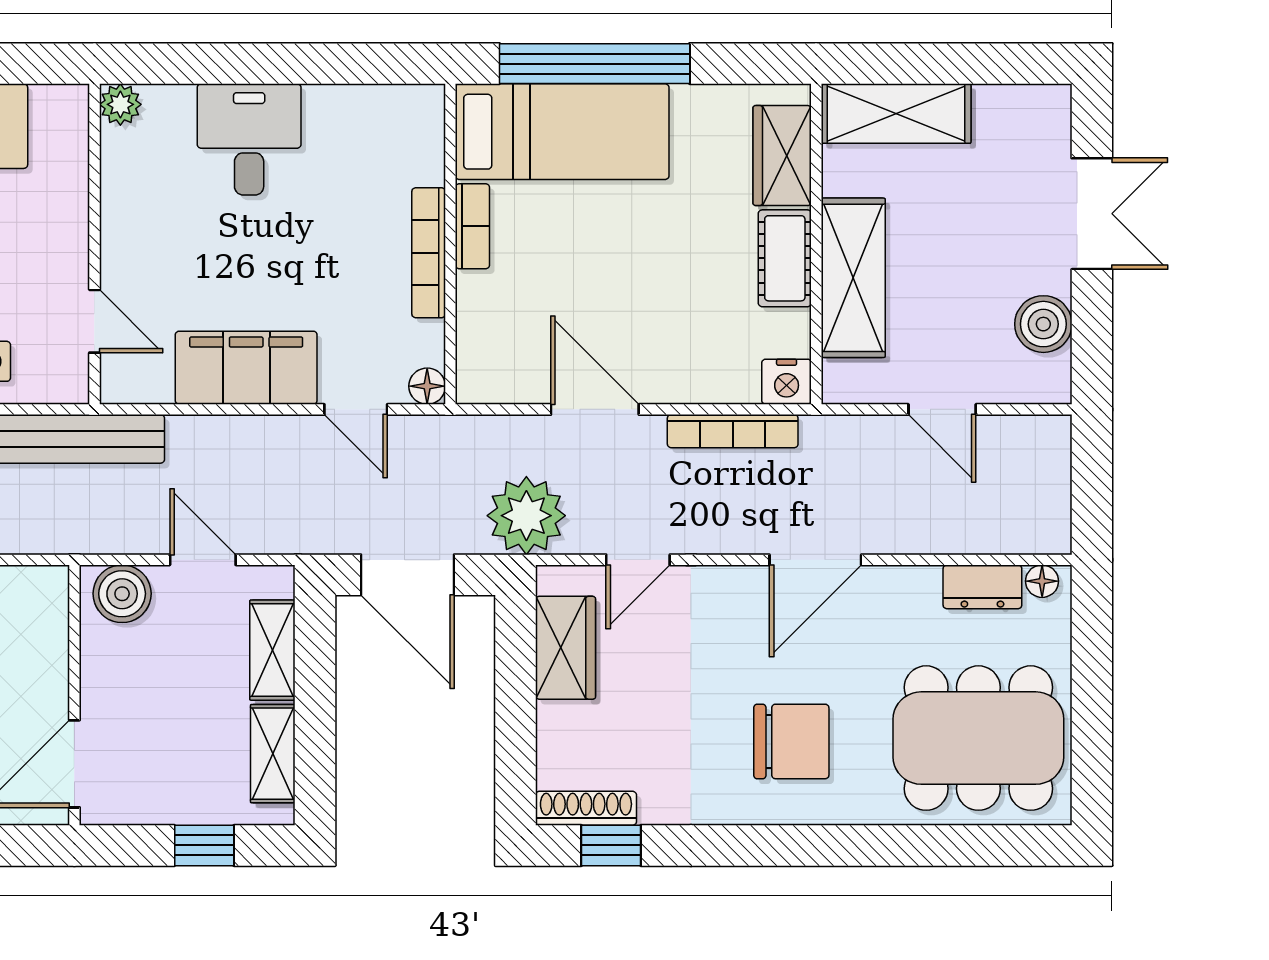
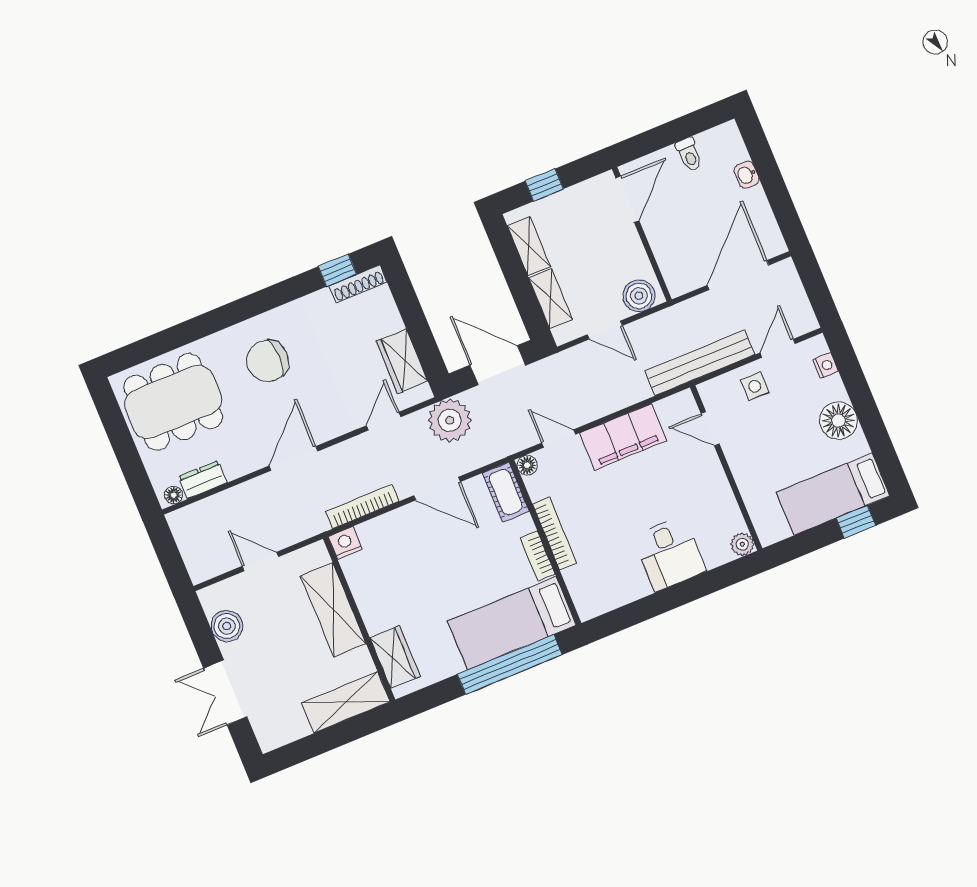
cot: (785, 258) -> (506, 492), moved

